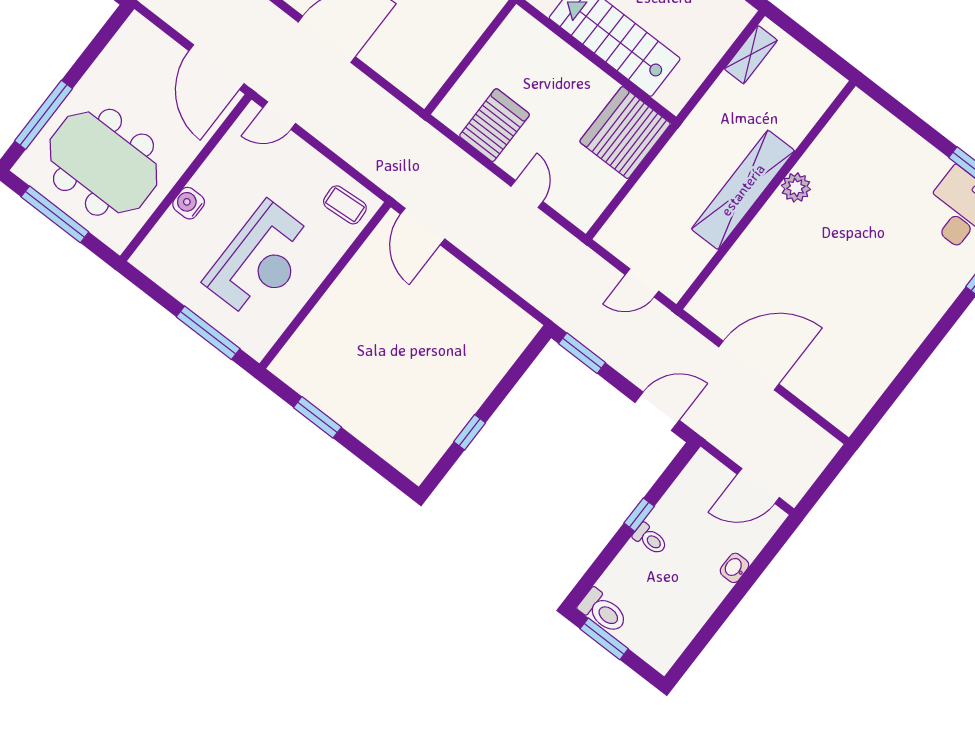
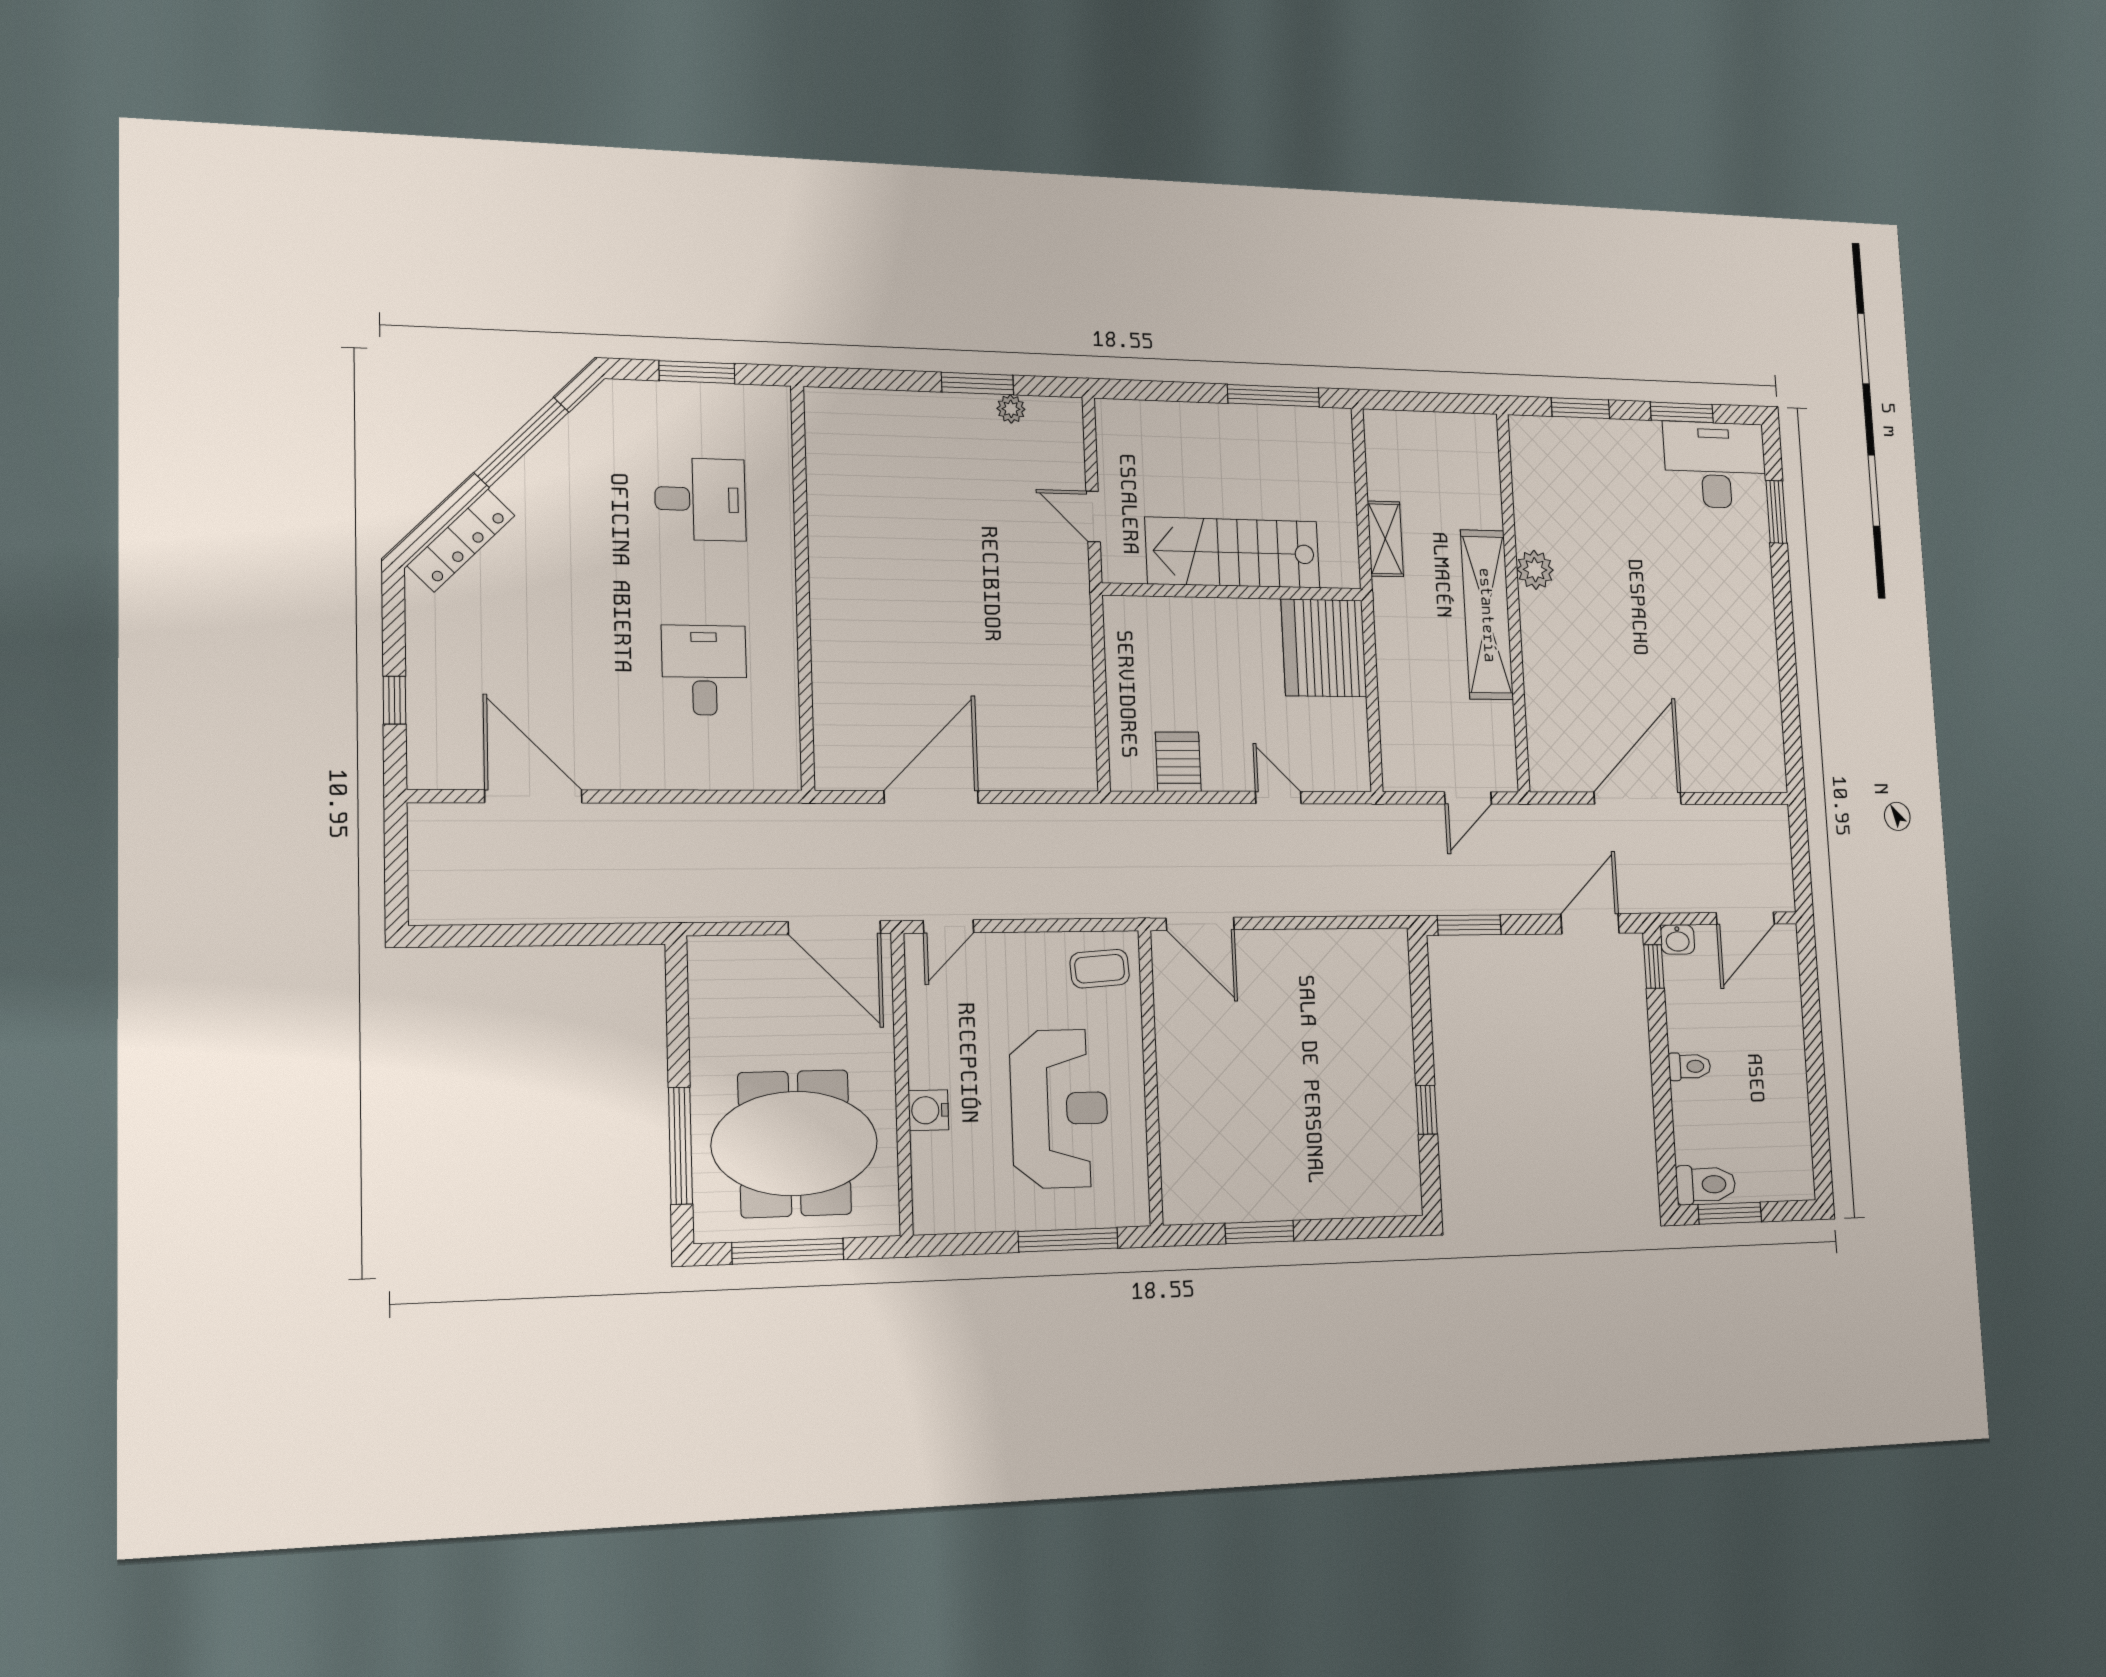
shelving: (751, 55) -> (1385, 539), moved
window: (907, 117) -> (1580, 408), added
server rack: (494, 125) -> (1178, 762), width x0.73, depth x0.70
window: (639, 515) -> (1654, 966), moved
washbasin: (734, 568) -> (1678, 939), moved, turned -90

